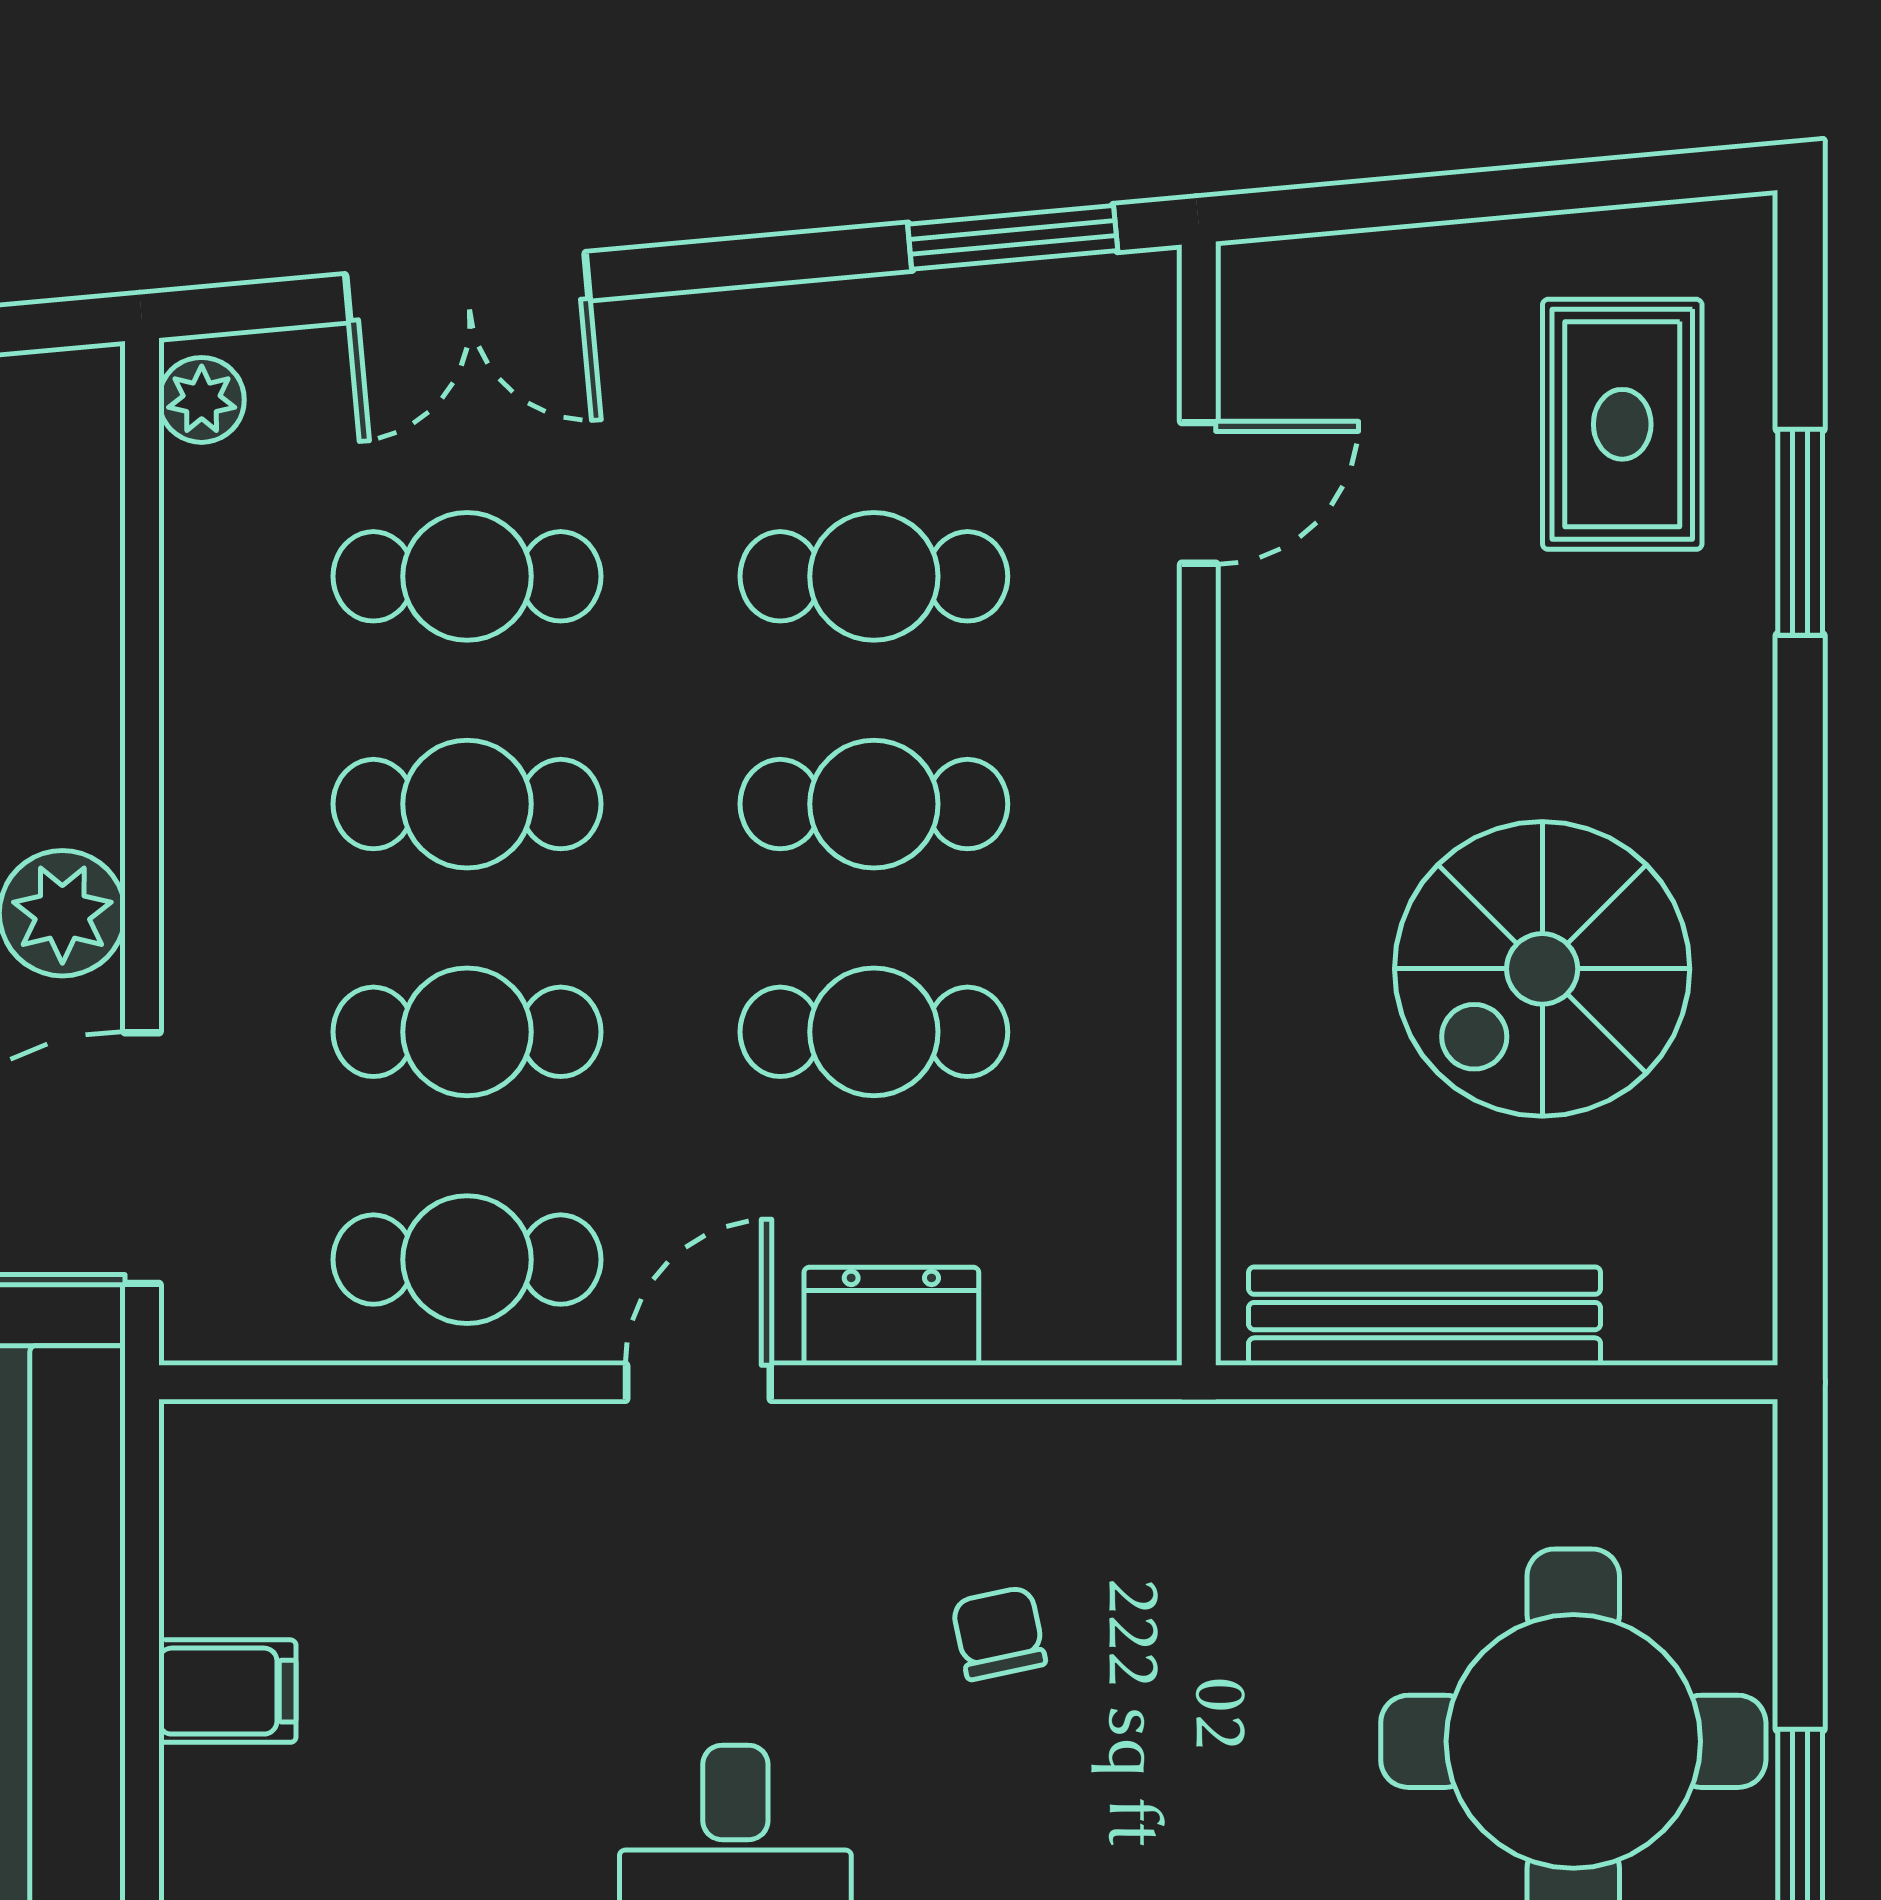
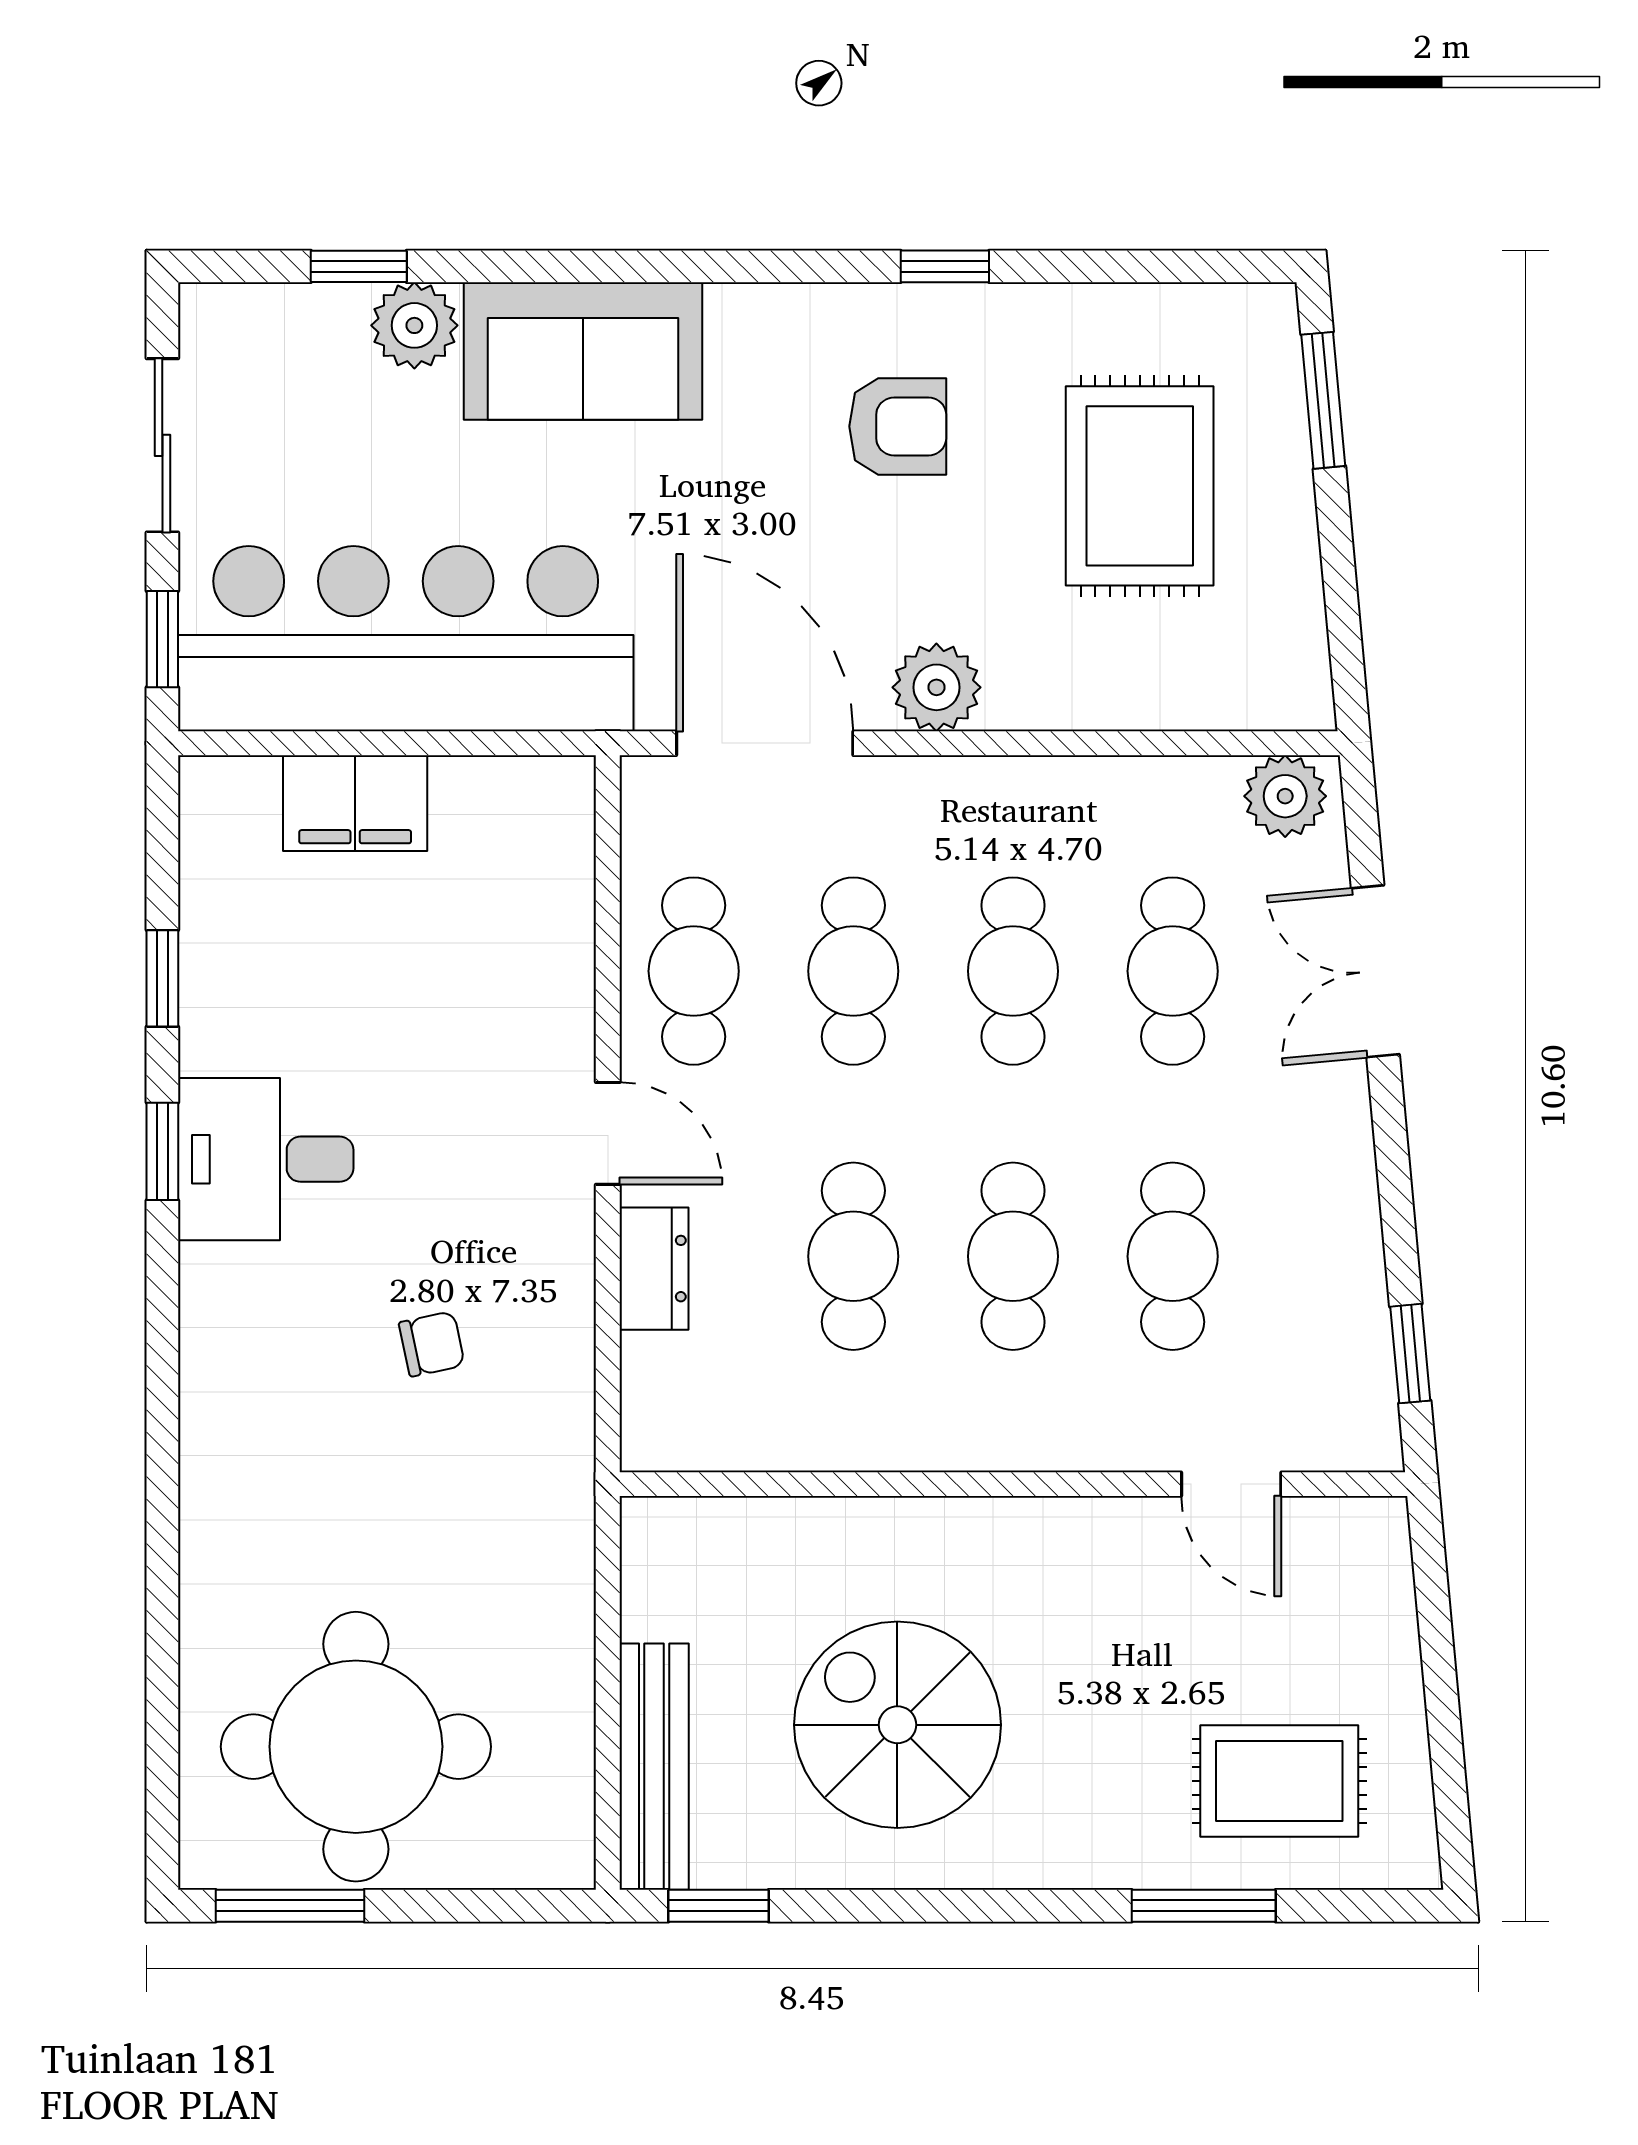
window: (1013, 237) -> (1410, 1354), width x0.67
plant: (202, 400) -> (1285, 796), width x1.38, depth x1.38
window: (1800, 1224) -> (718, 1906), added
bench: (1425, 1316) -> (654, 1767), moved
filing cabinet: (227, 1691) -> (355, 803), width x2.00

